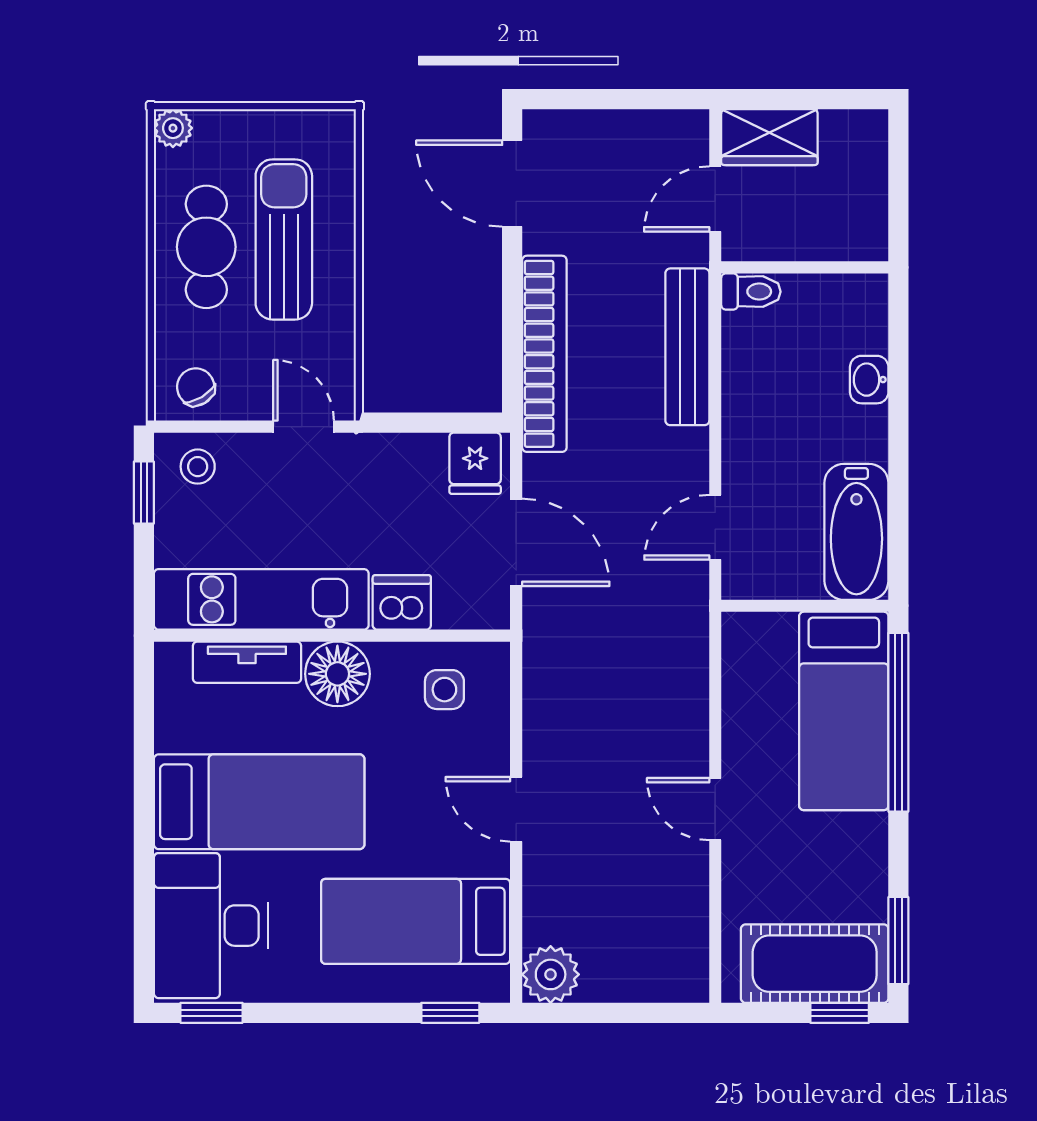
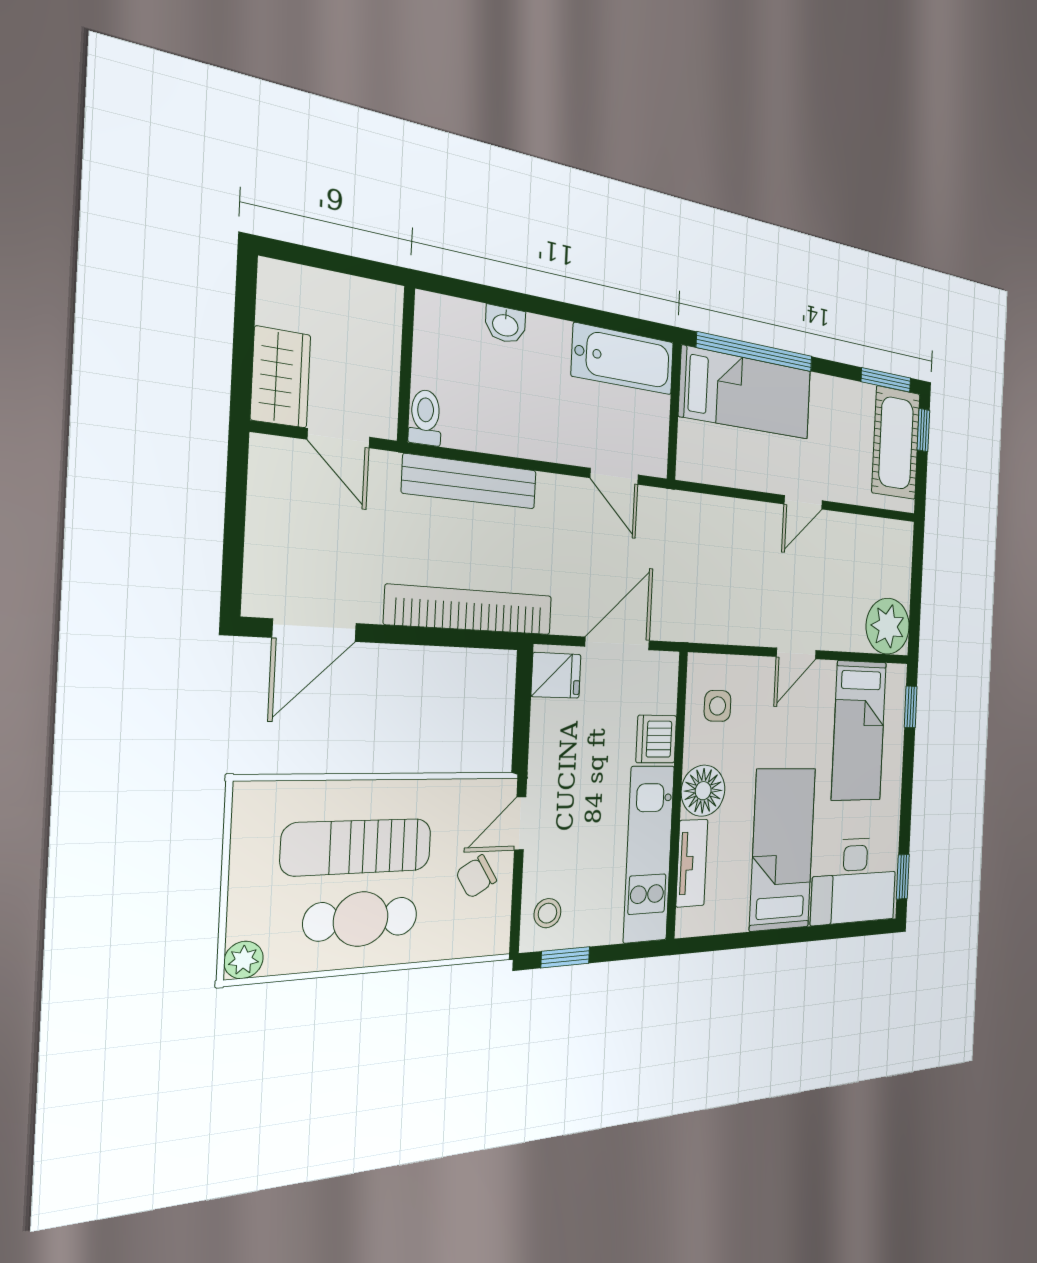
chair: (196, 387) -> (476, 877), moved
plant: (551, 974) -> (888, 626), width x1.36, depth x1.36

